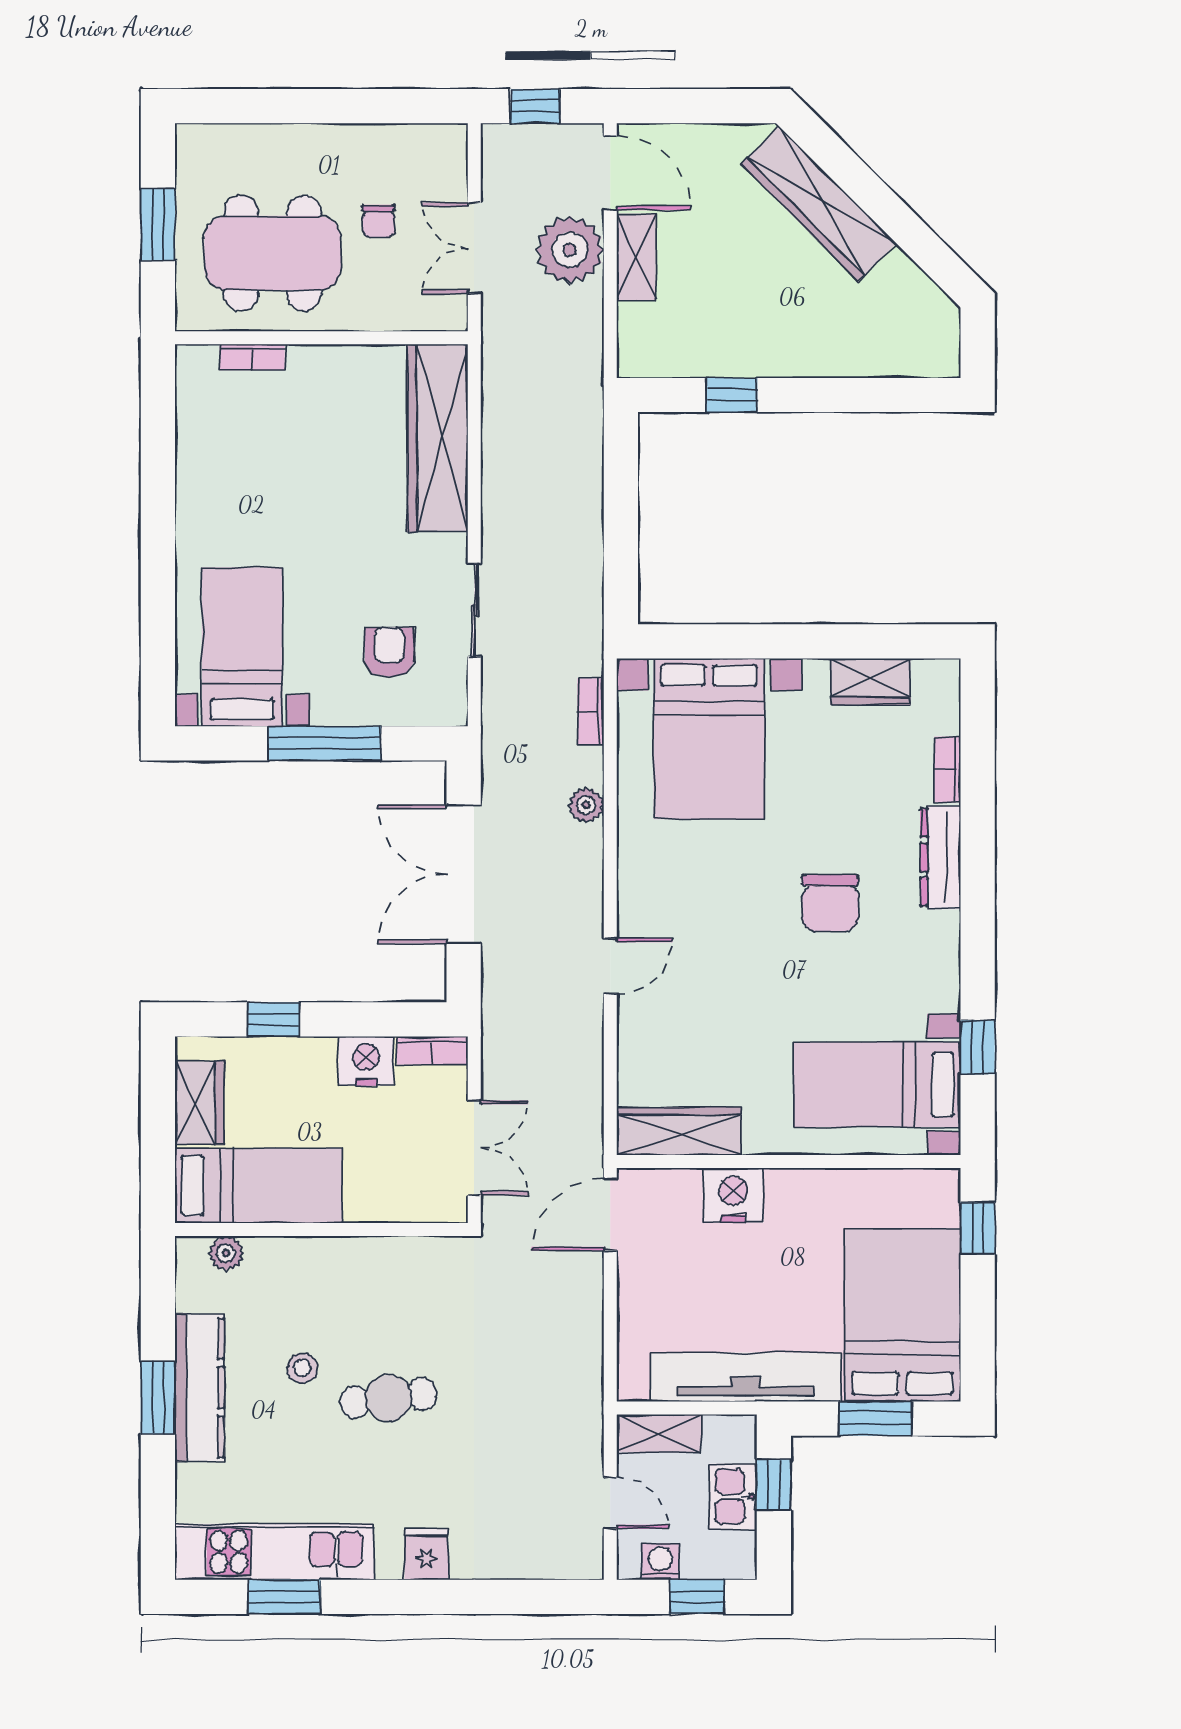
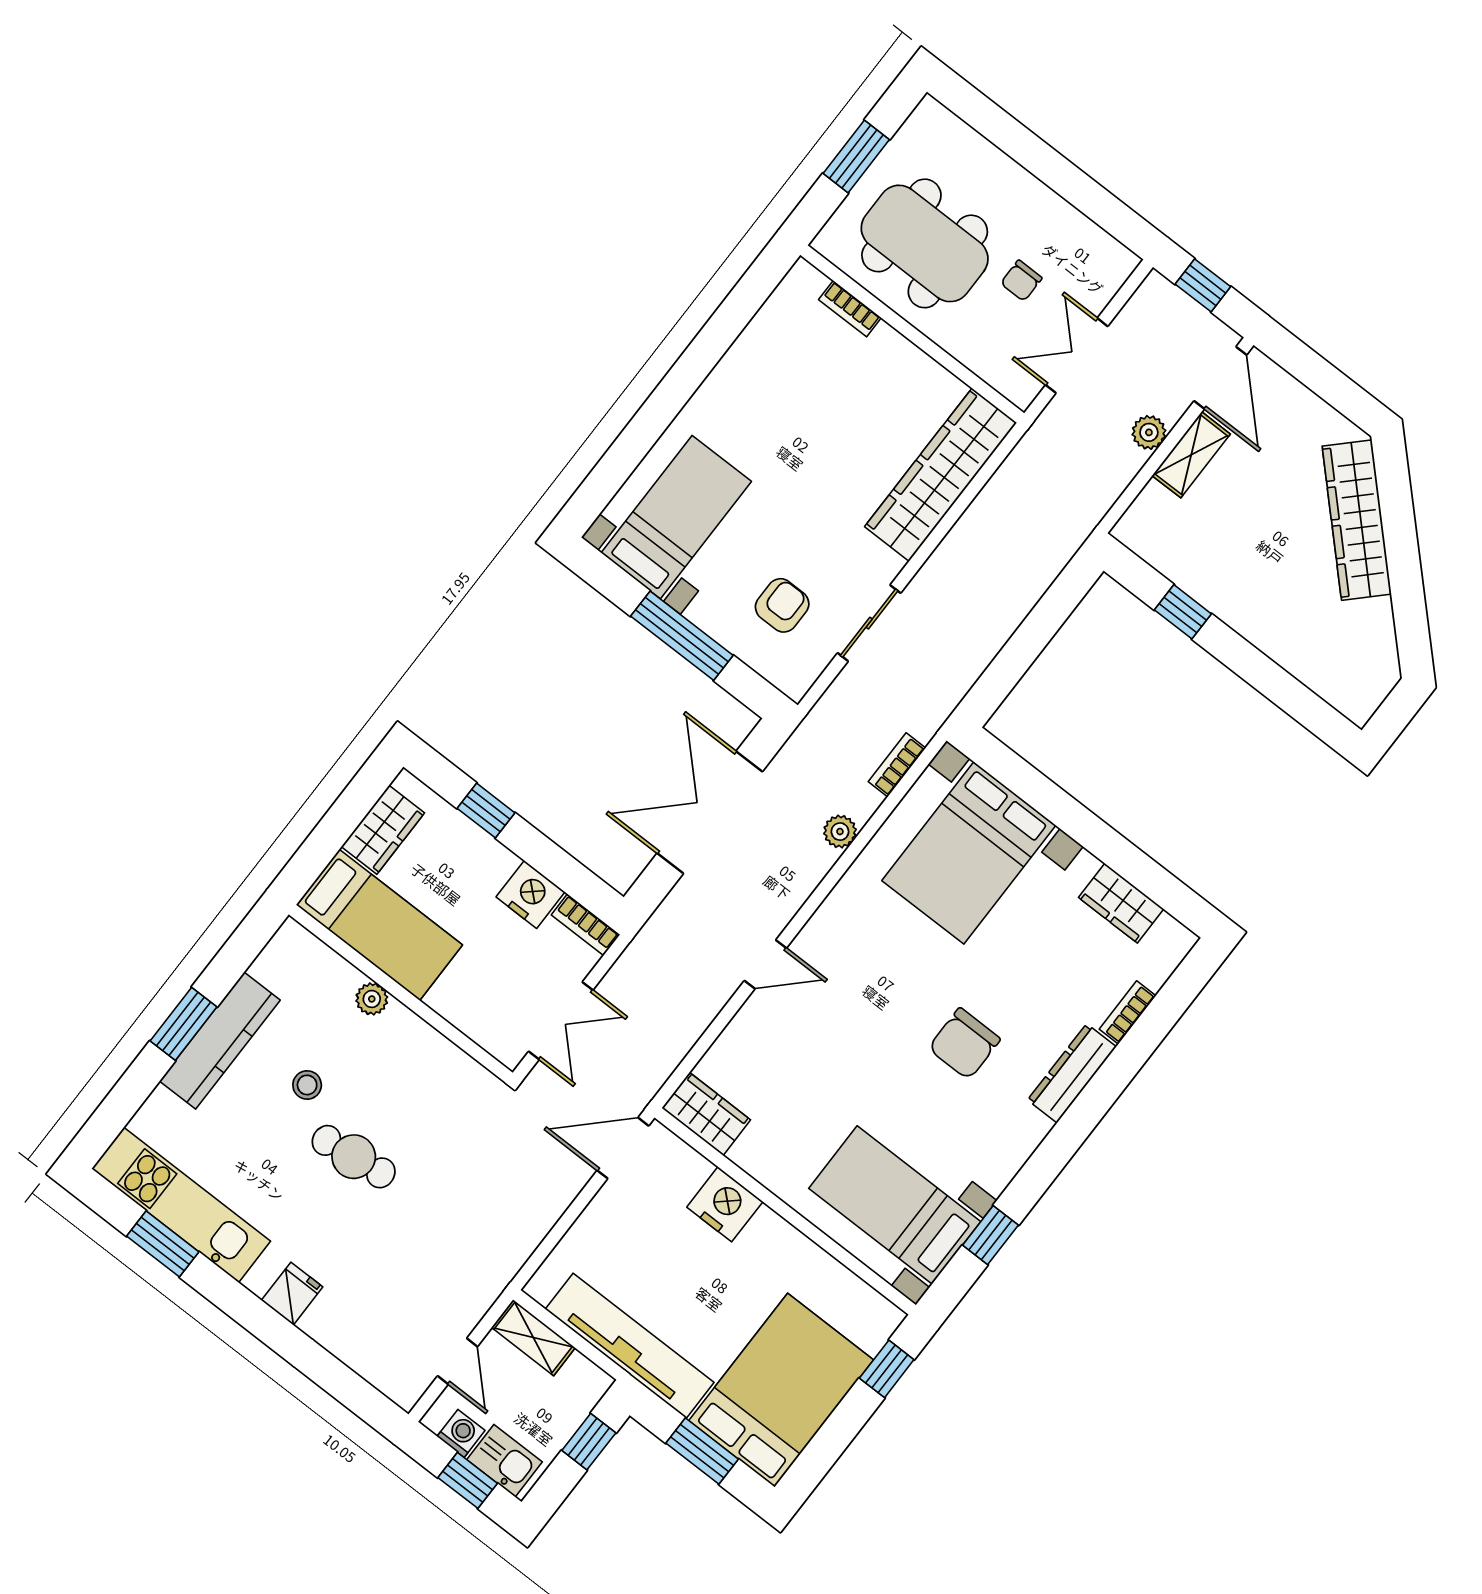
plant: (570, 250) -> (1149, 432), width x0.53, depth x0.53
wardrobe: (679, 1131) -> (706, 1114), width x0.67
plant: (226, 1253) -> (372, 999), moved
kitchen sink: (733, 1497) -> (505, 1461), moved, turned 90

